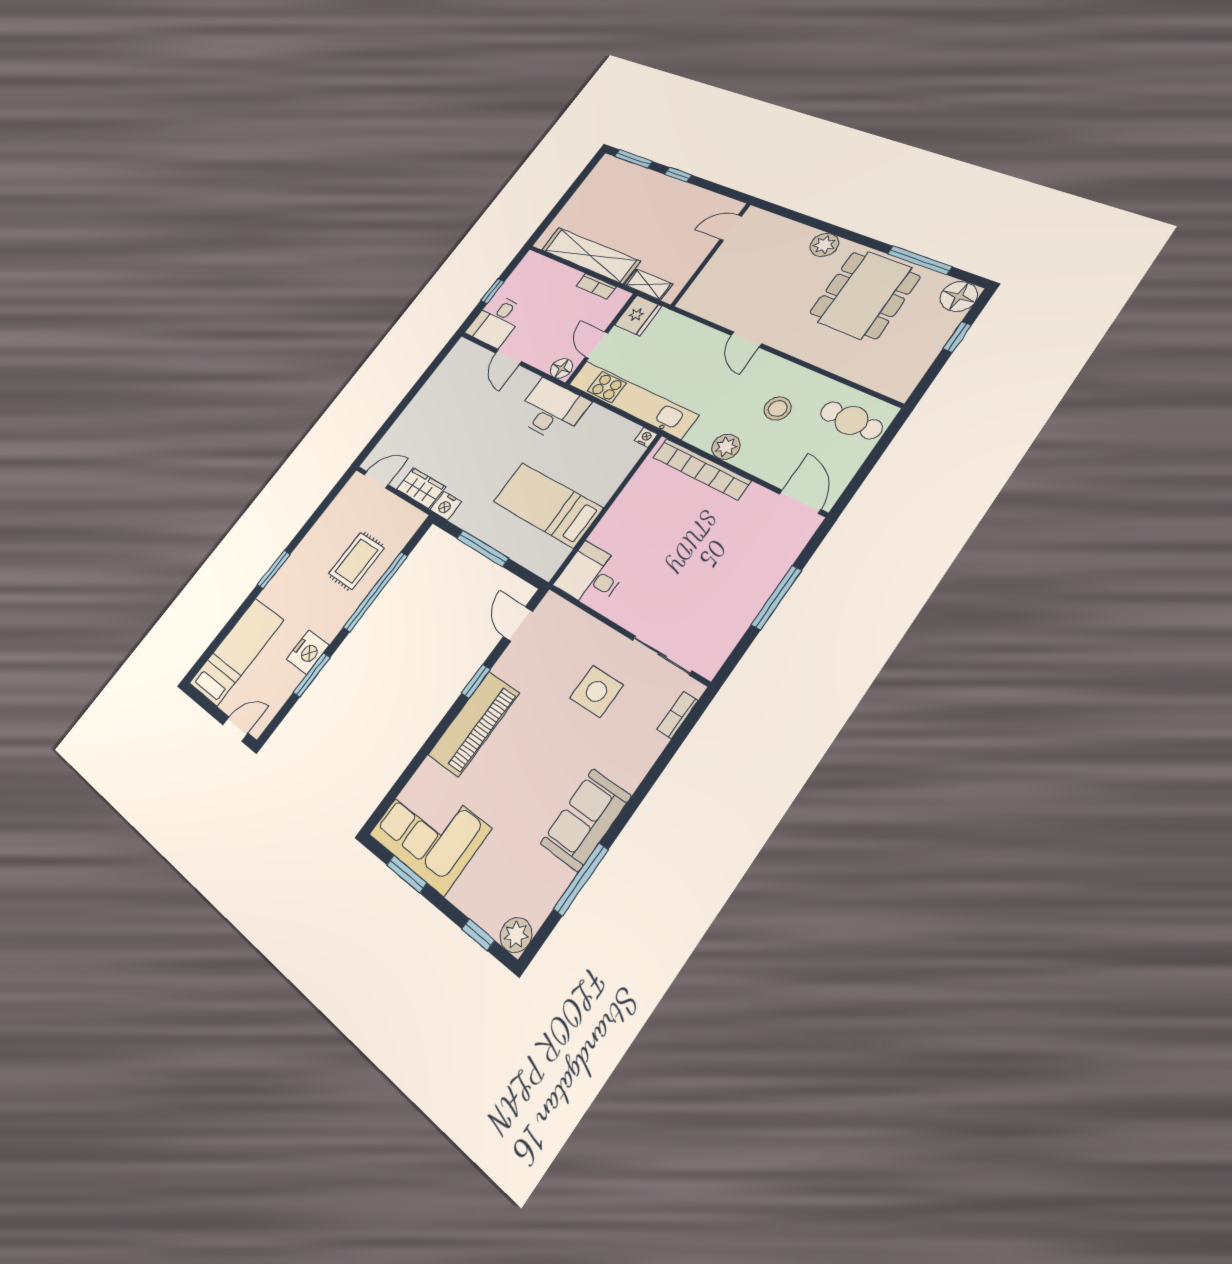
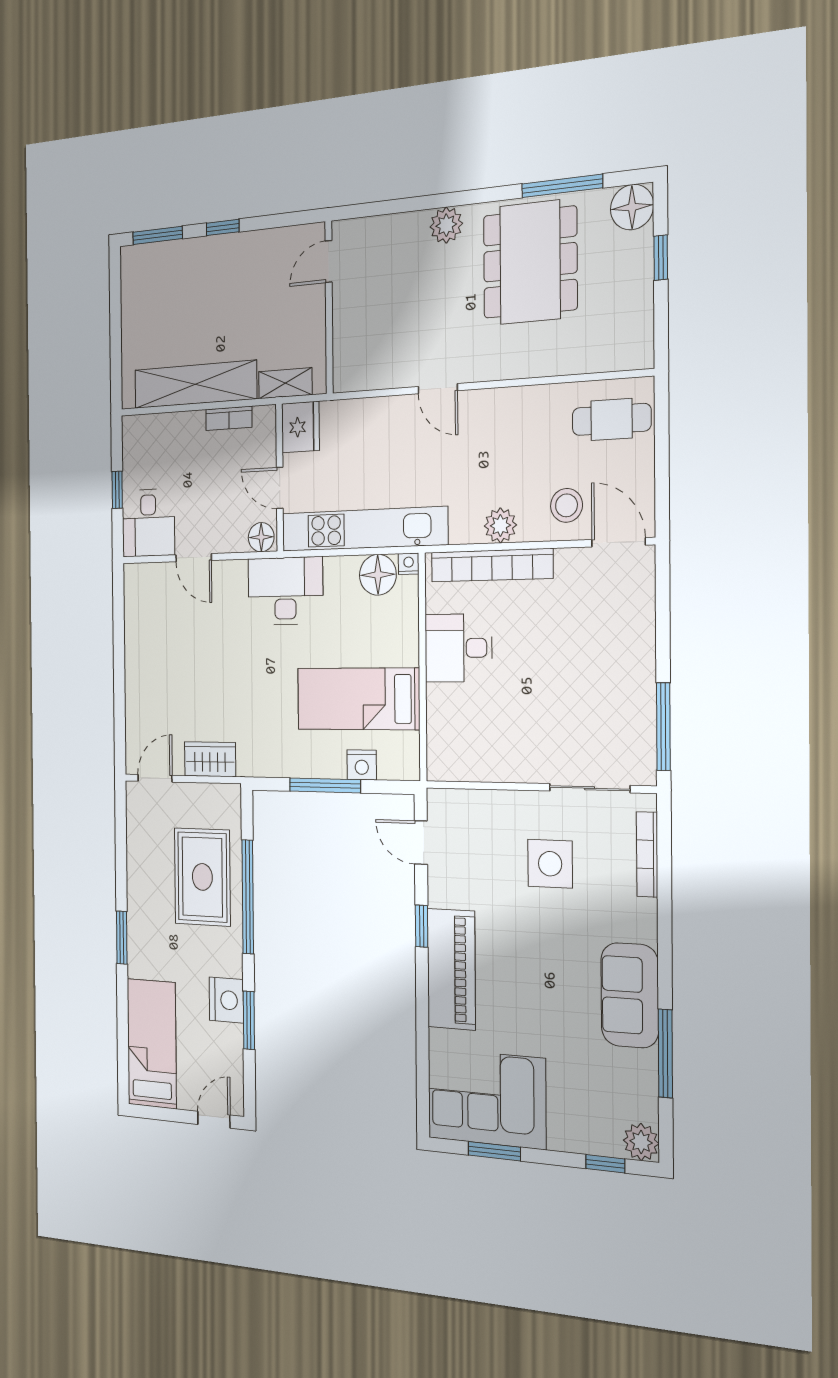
stool: (778, 408) -> (566, 505), moved
floor lamp: (620, 433) -> (378, 575), added
nightstand: (446, 506) -> (362, 765), moved
rug: (356, 561) -> (202, 877), width x1.36, depth x1.43
desk: (591, 576) -> (458, 648), moved
window: (776, 597) -> (663, 727), moved
bookcase: (678, 715) -> (647, 854), width x1.56

